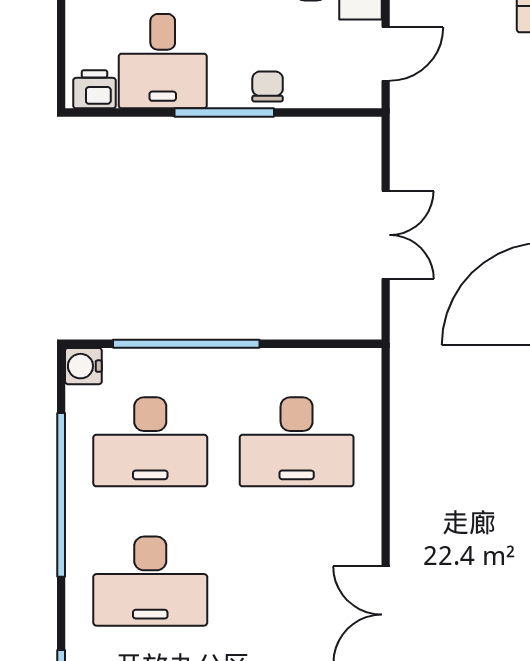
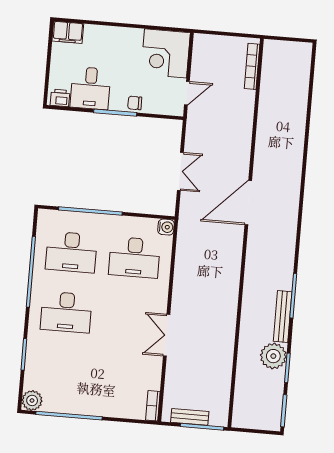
chair: (268, 86) -> (135, 103), turned -90
water cooler: (83, 366) -> (166, 227), moved, turned 180

